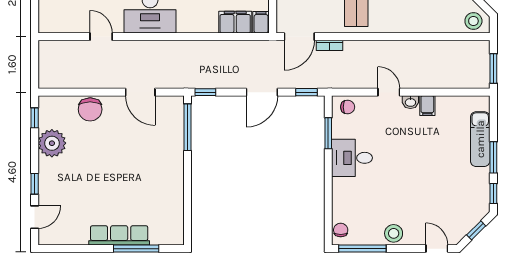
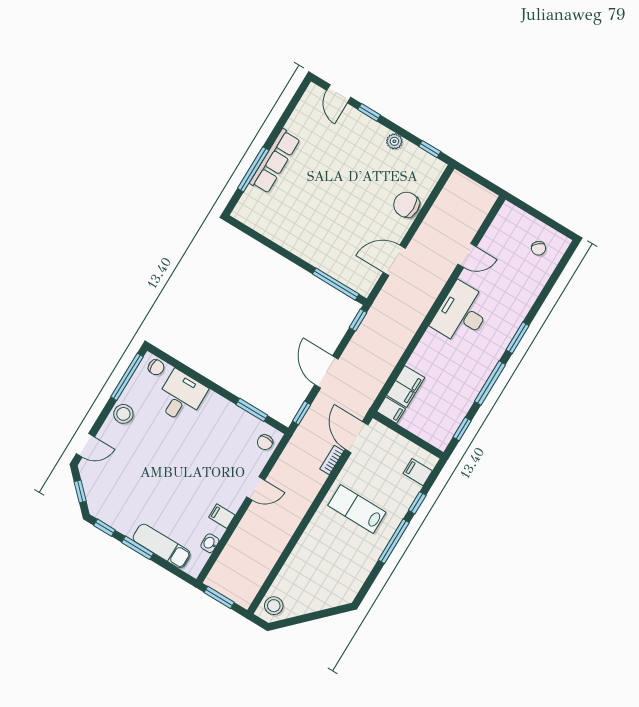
washbasin: (410, 102) -> (210, 543), moved
plant: (52, 143) -> (394, 141), width x0.53, depth x0.53
desk: (352, 158) -> (181, 397), moved

